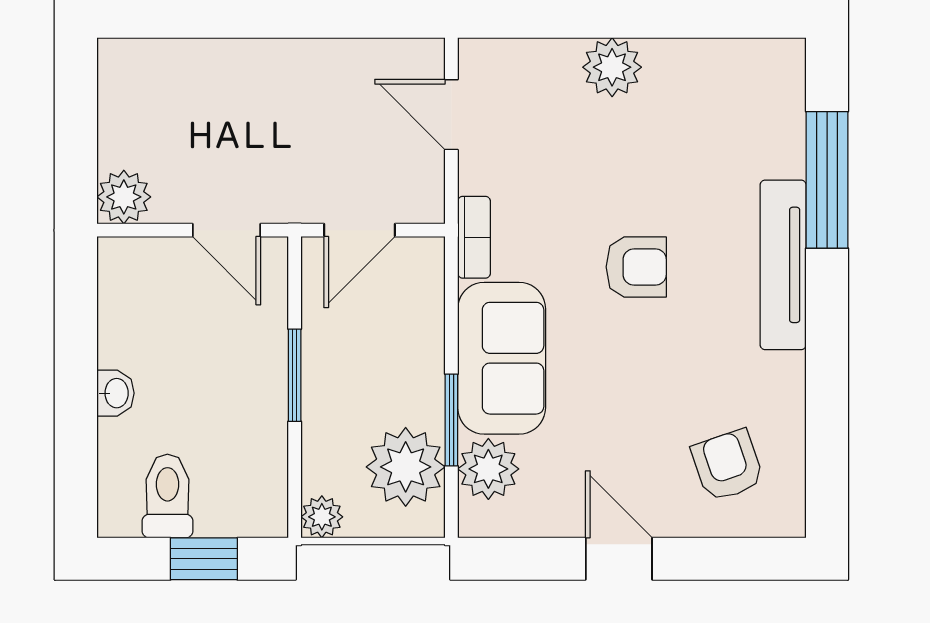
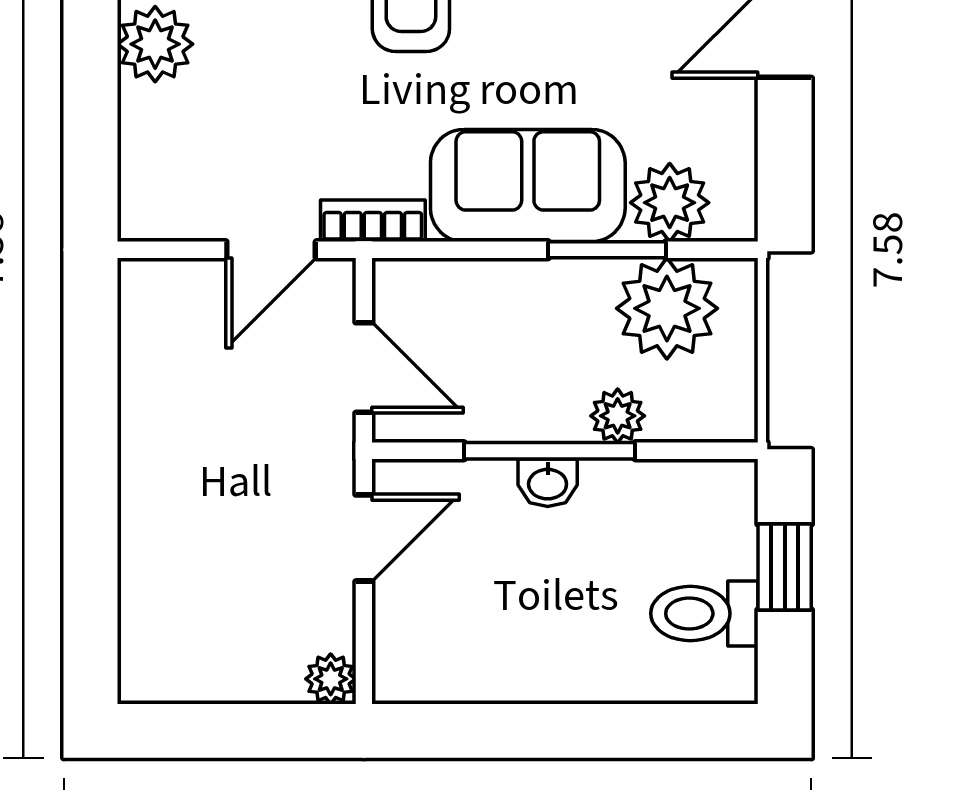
door: (451, 115) -> (271, 250), moved
plant: (124, 197) -> (331, 679), width x0.73, depth x0.73
window: (295, 375) -> (550, 451), width x1.44
washbasin: (115, 393) -> (548, 483), moved, turned 180
plant: (322, 517) -> (618, 416), moved

